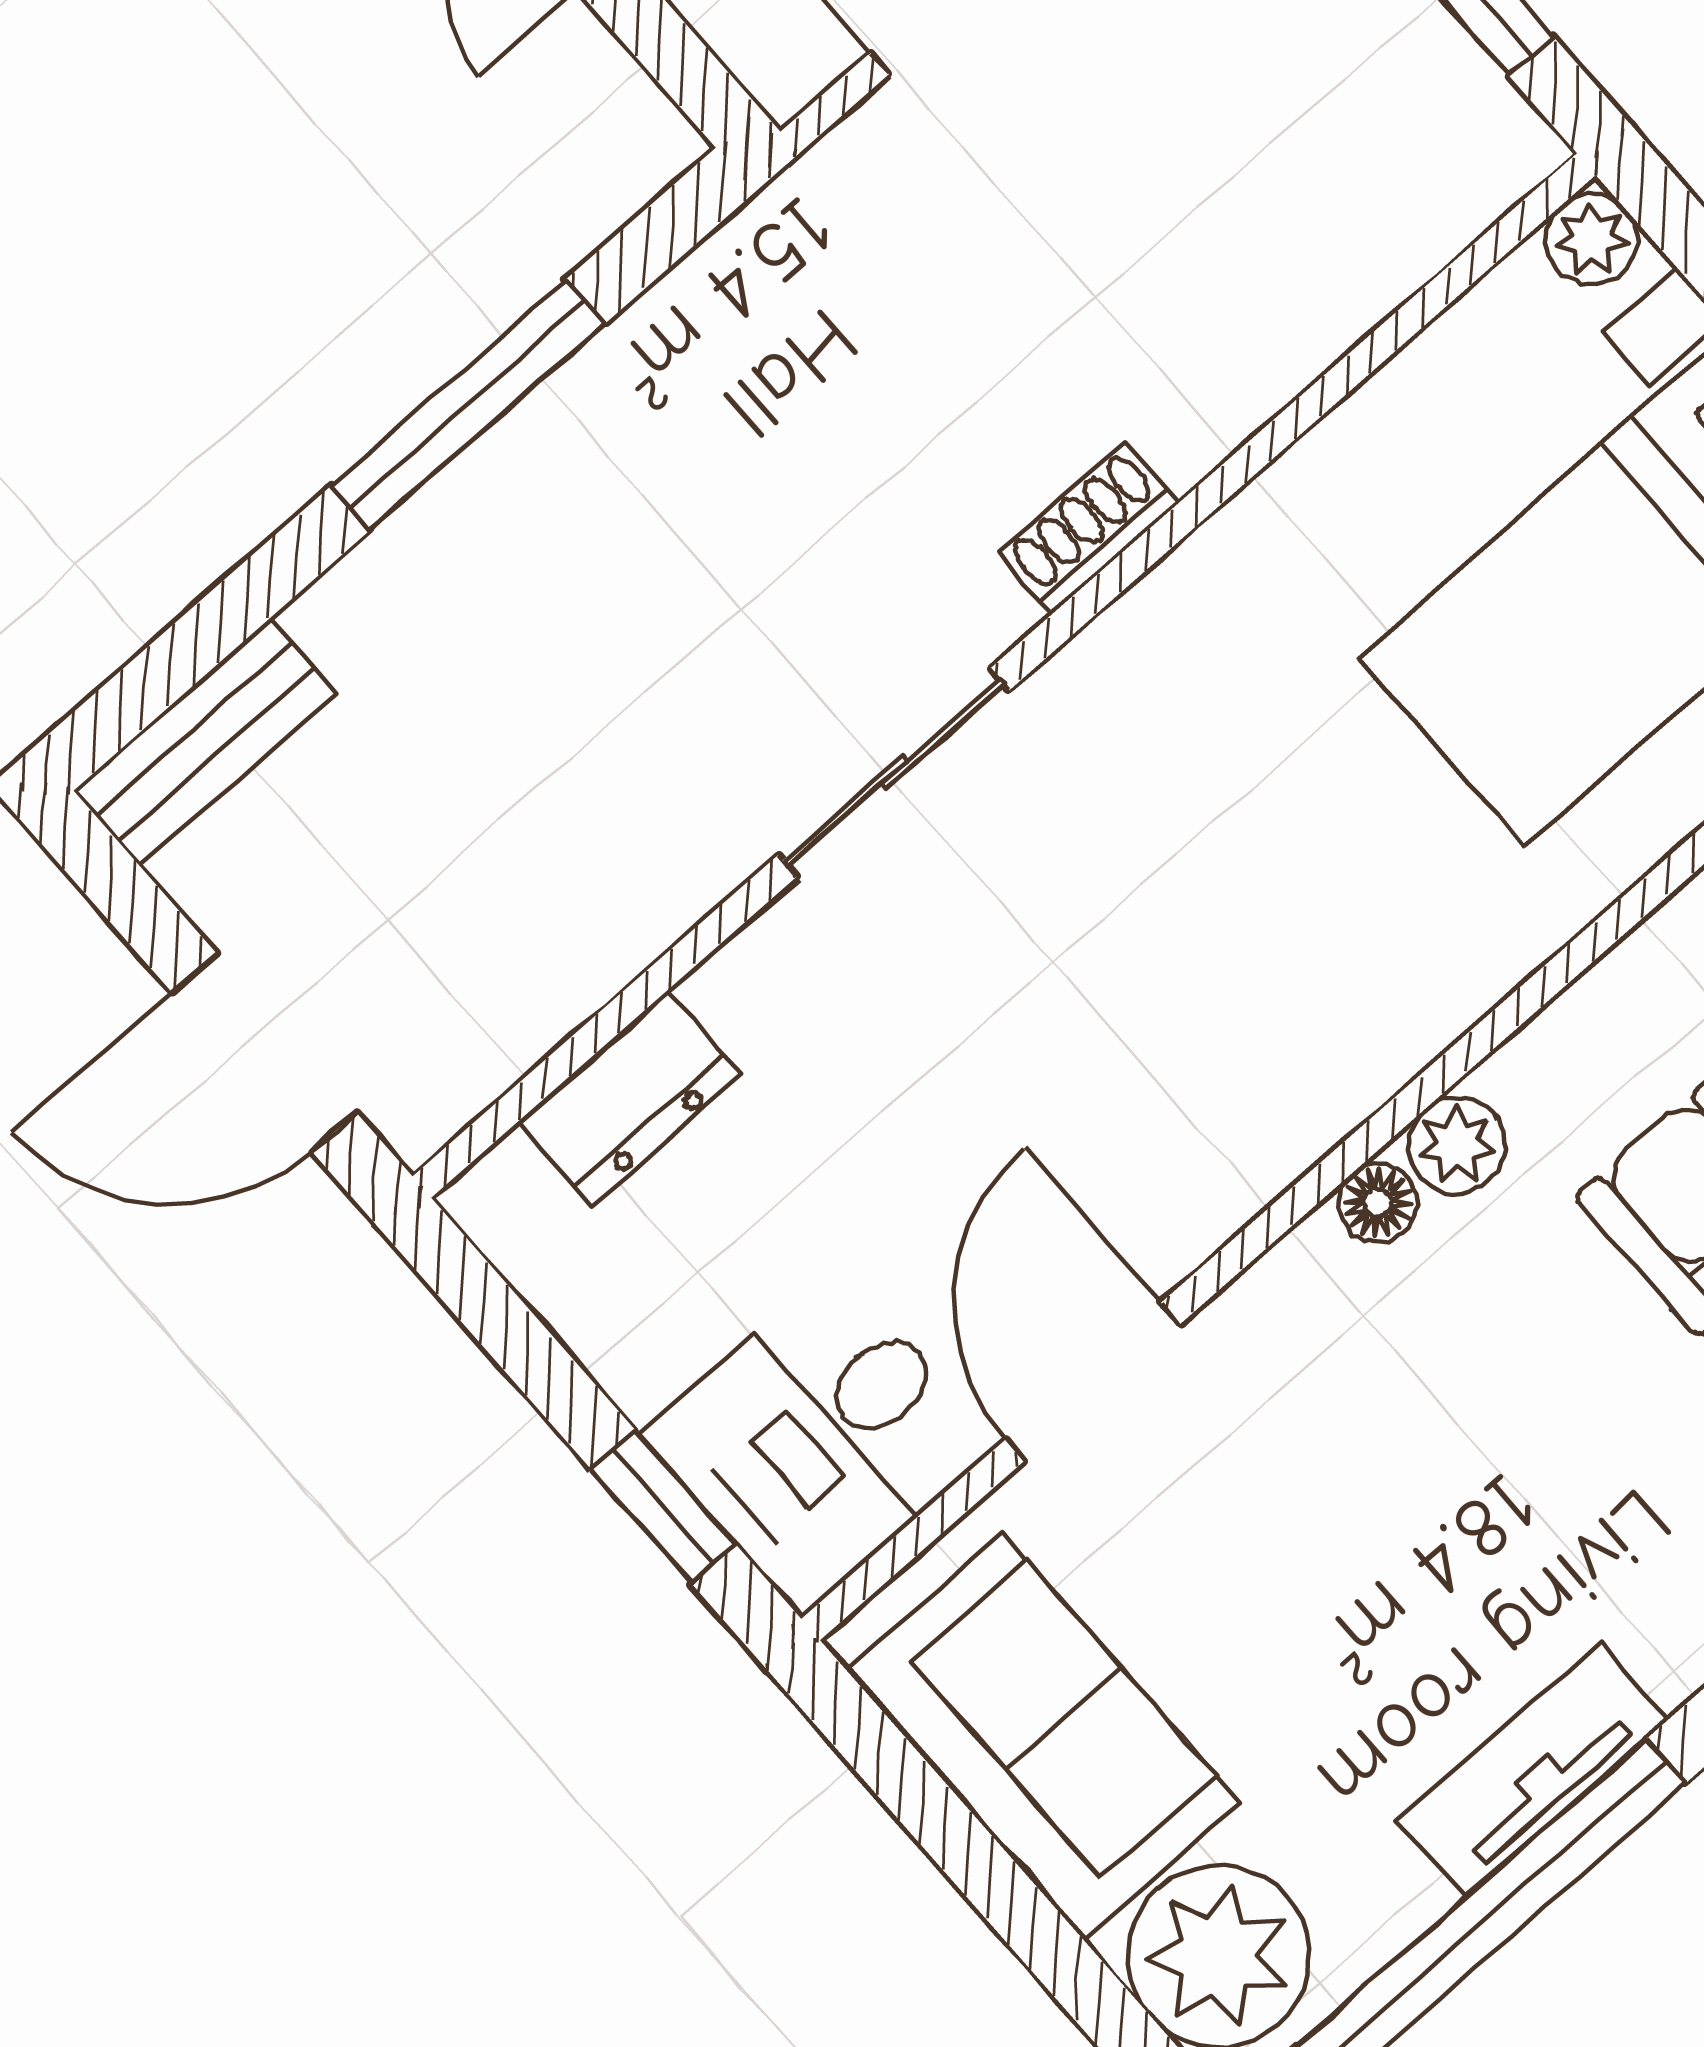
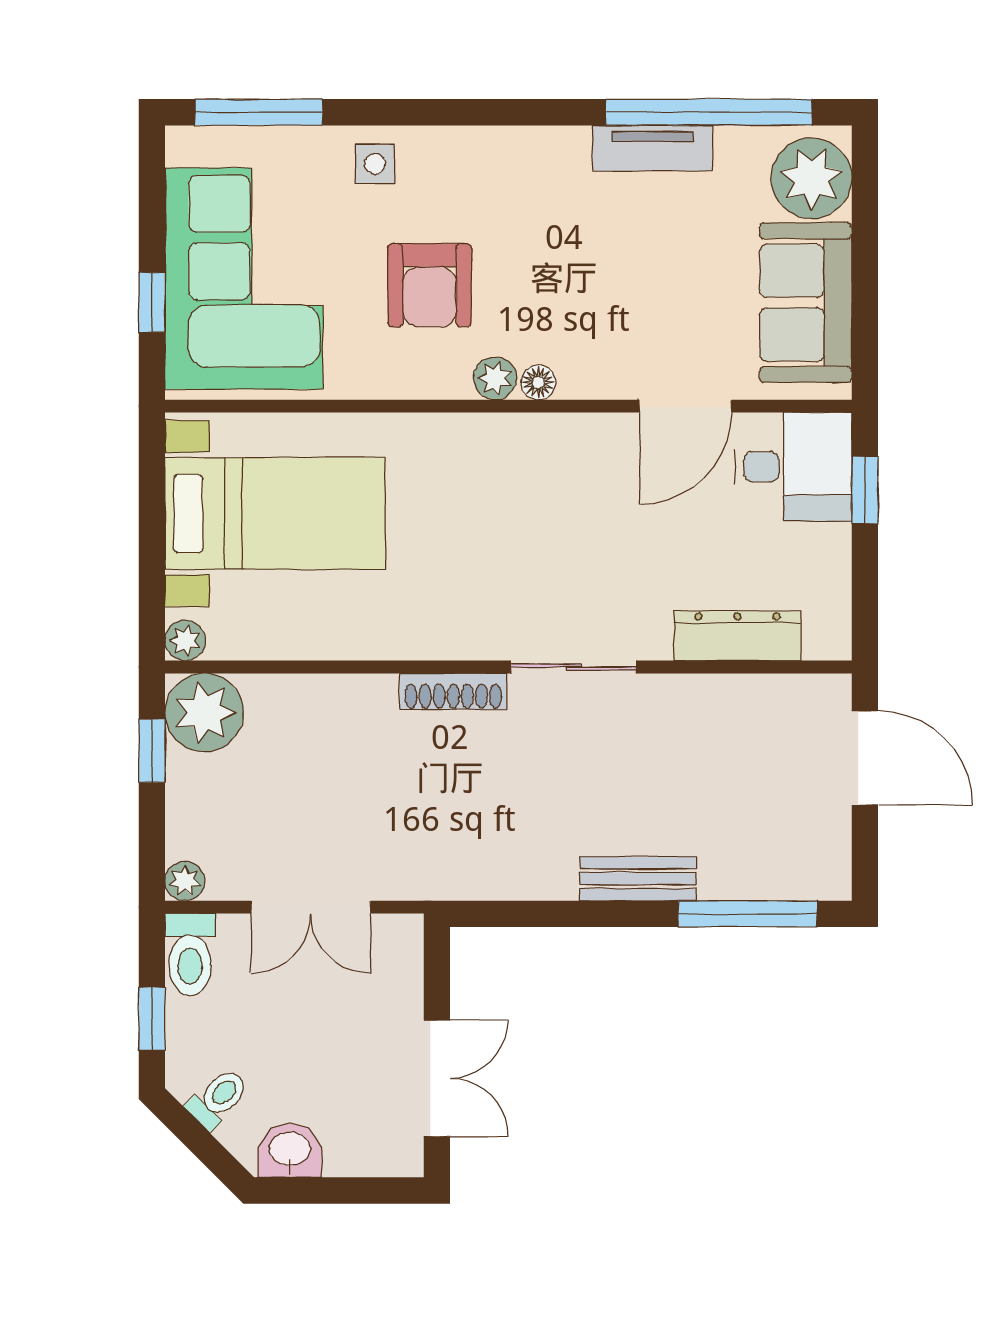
plant: (1452, 145) -> (204, 713), added
window: (468, 405) -> (748, 914), moved
shoe rack: (1088, 528) -> (453, 691), width x1.43
bench: (205, 742) -> (638, 879), moved
dresser: (629, 1098) -> (737, 636), width x1.44

